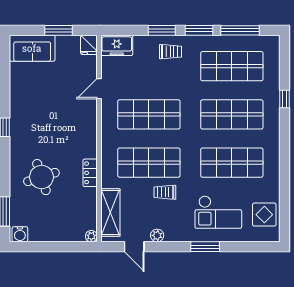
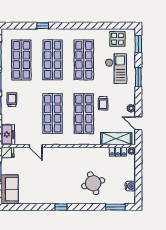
locker: (90, 173) -> (118, 152), moved
water cooler: (20, 234) -> (130, 186), moved
door: (134, 247) -> (138, 123), swing flipped
window: (256, 247) -> (138, 44), added

